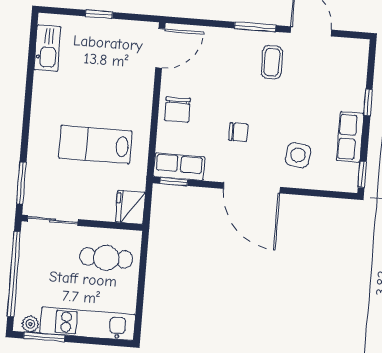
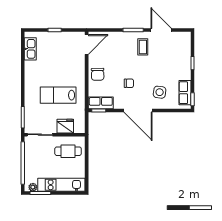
row of seats: (350, 137) -> (185, 93), moved
fridge: (130, 207) -> (65, 126), moved, turned 90

